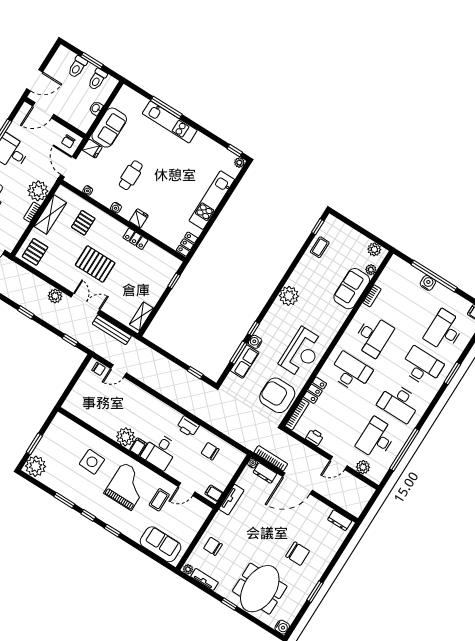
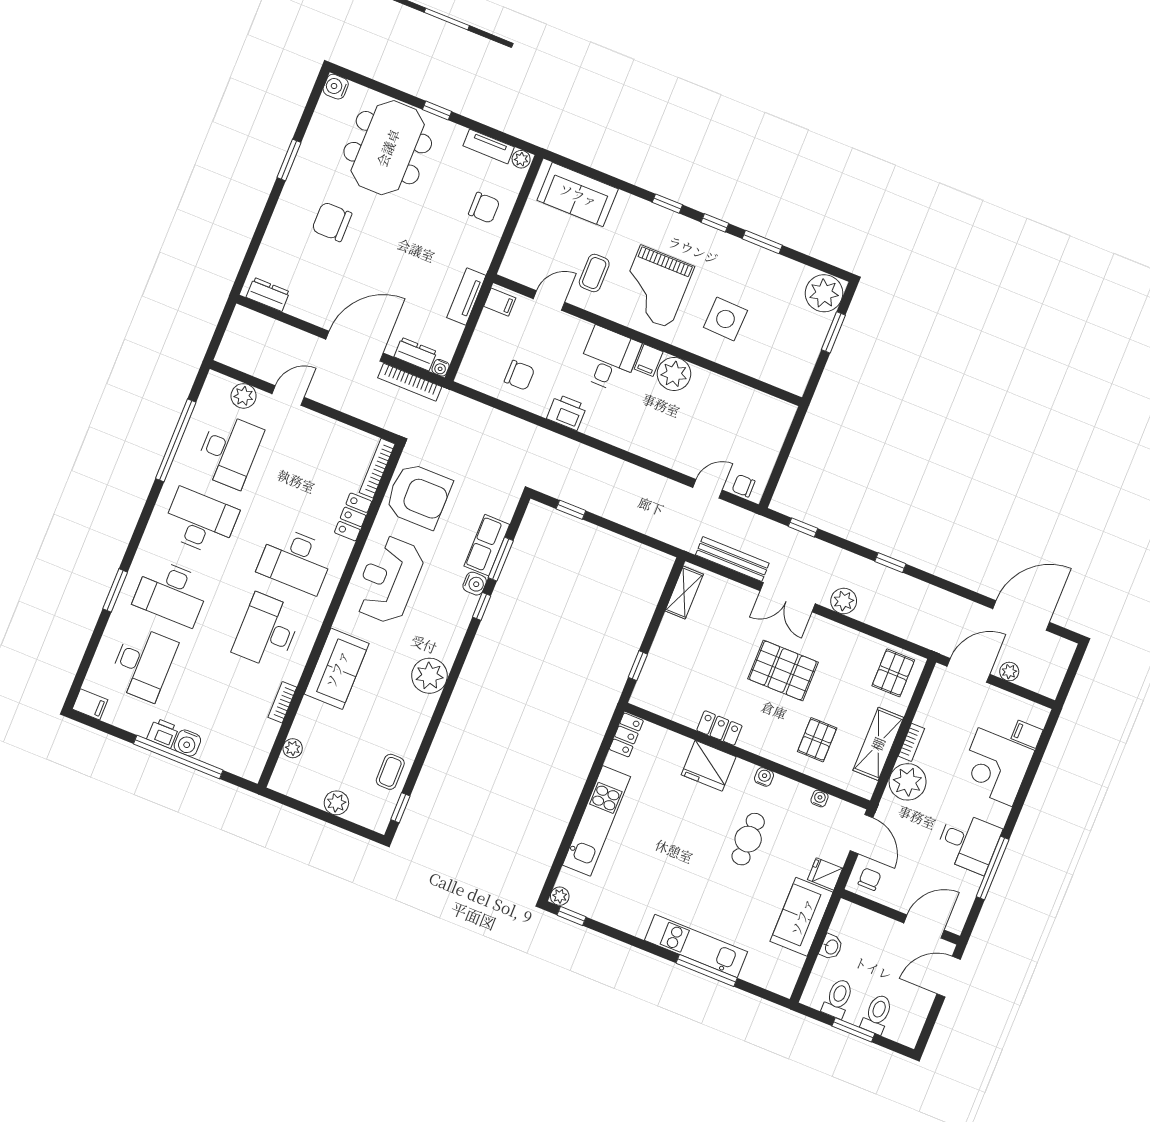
fridge: (139, 218) -> (709, 766), width x1.88, depth x1.34
plant: (374, 249) -> (336, 803), moved
sofa: (352, 289) -> (337, 669), moved
printer: (315, 437) -> (163, 733), moved, turned 180

